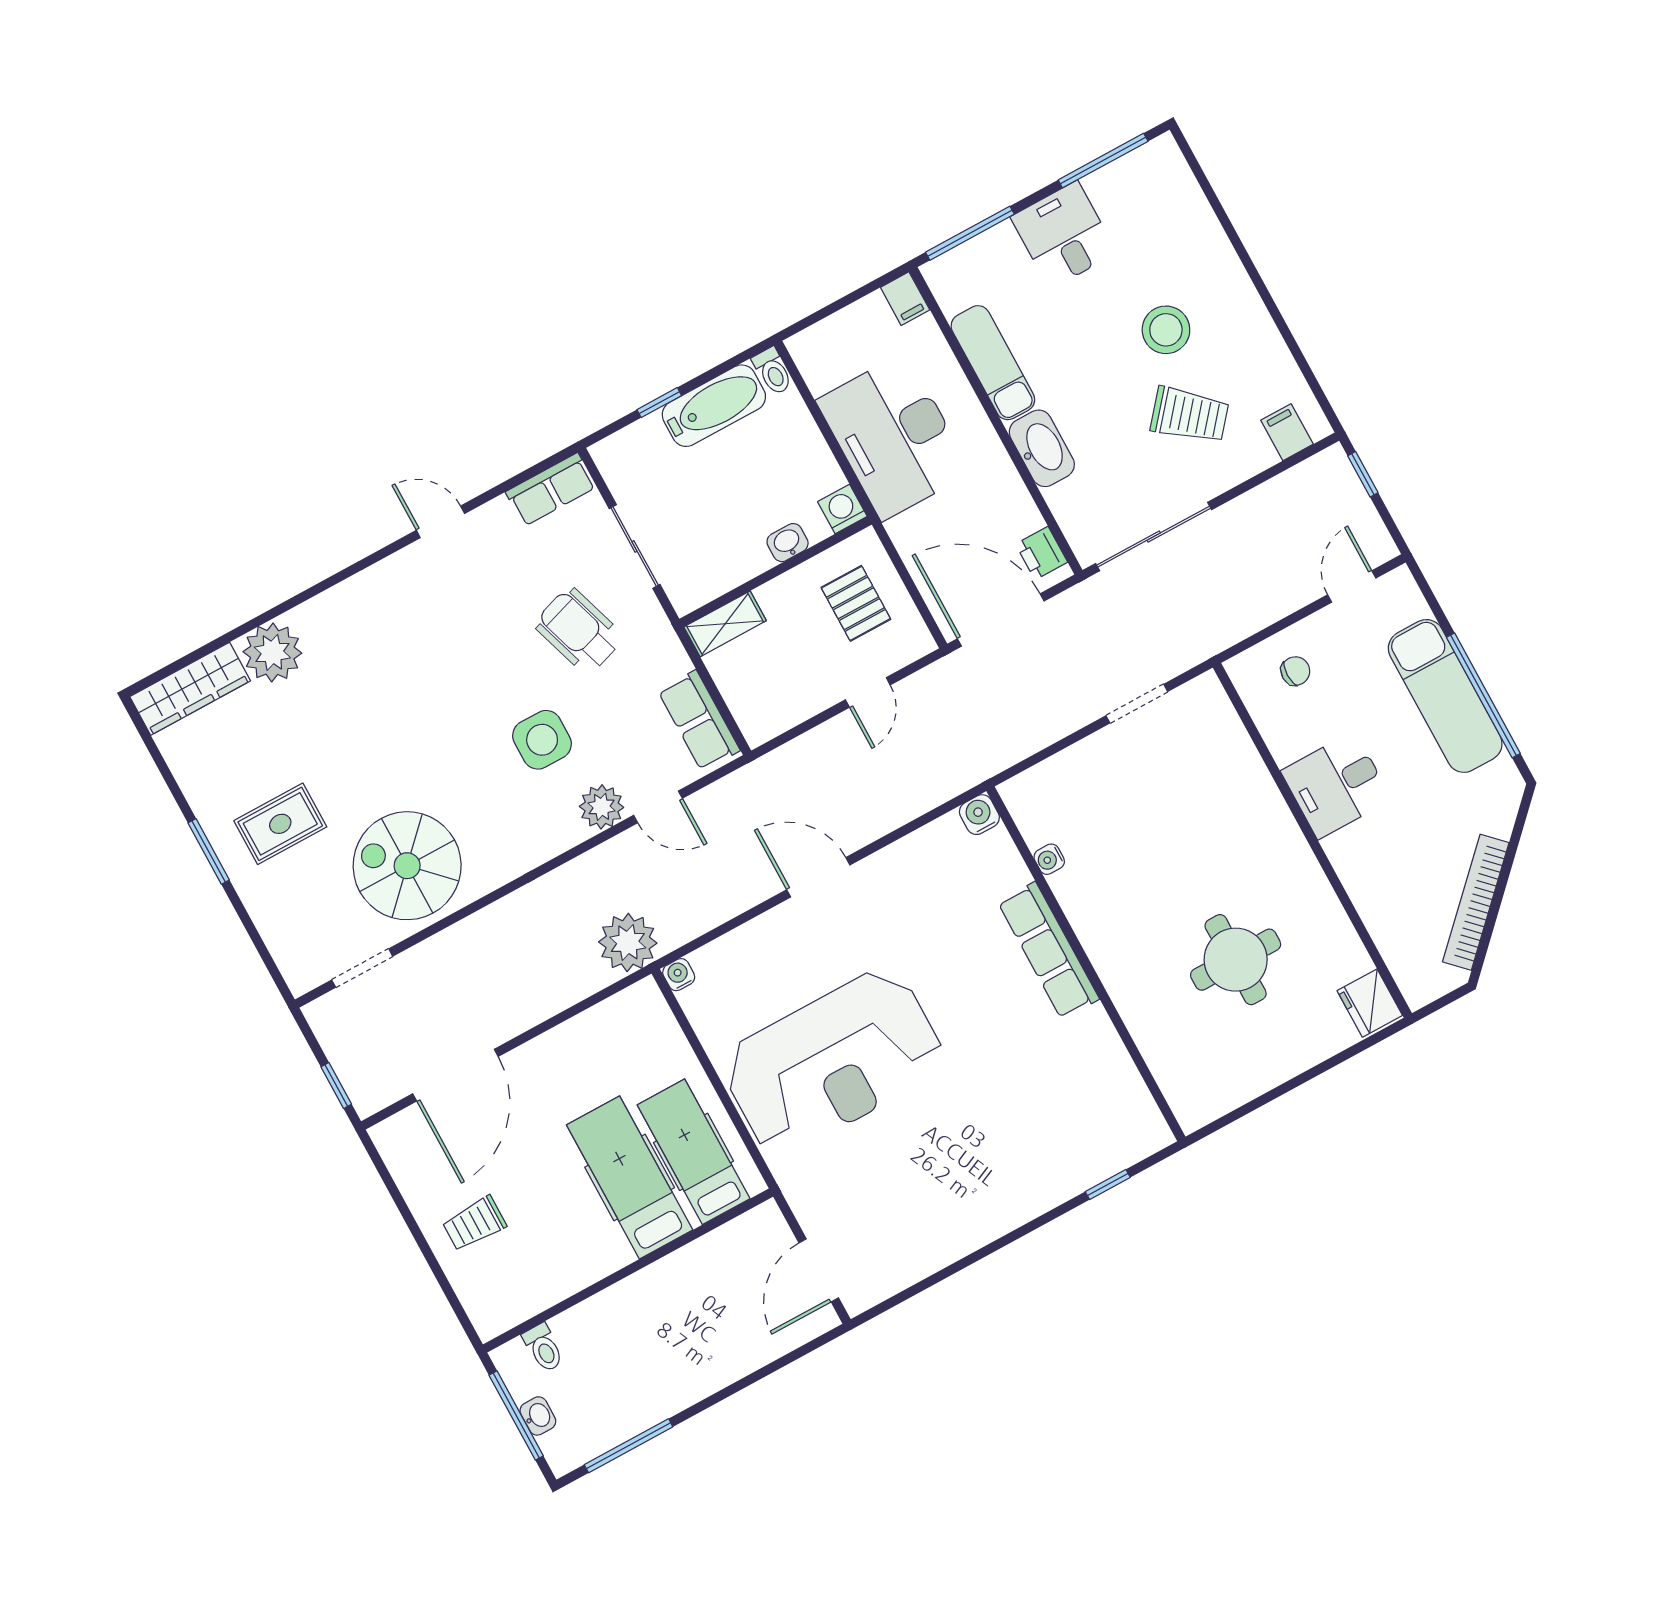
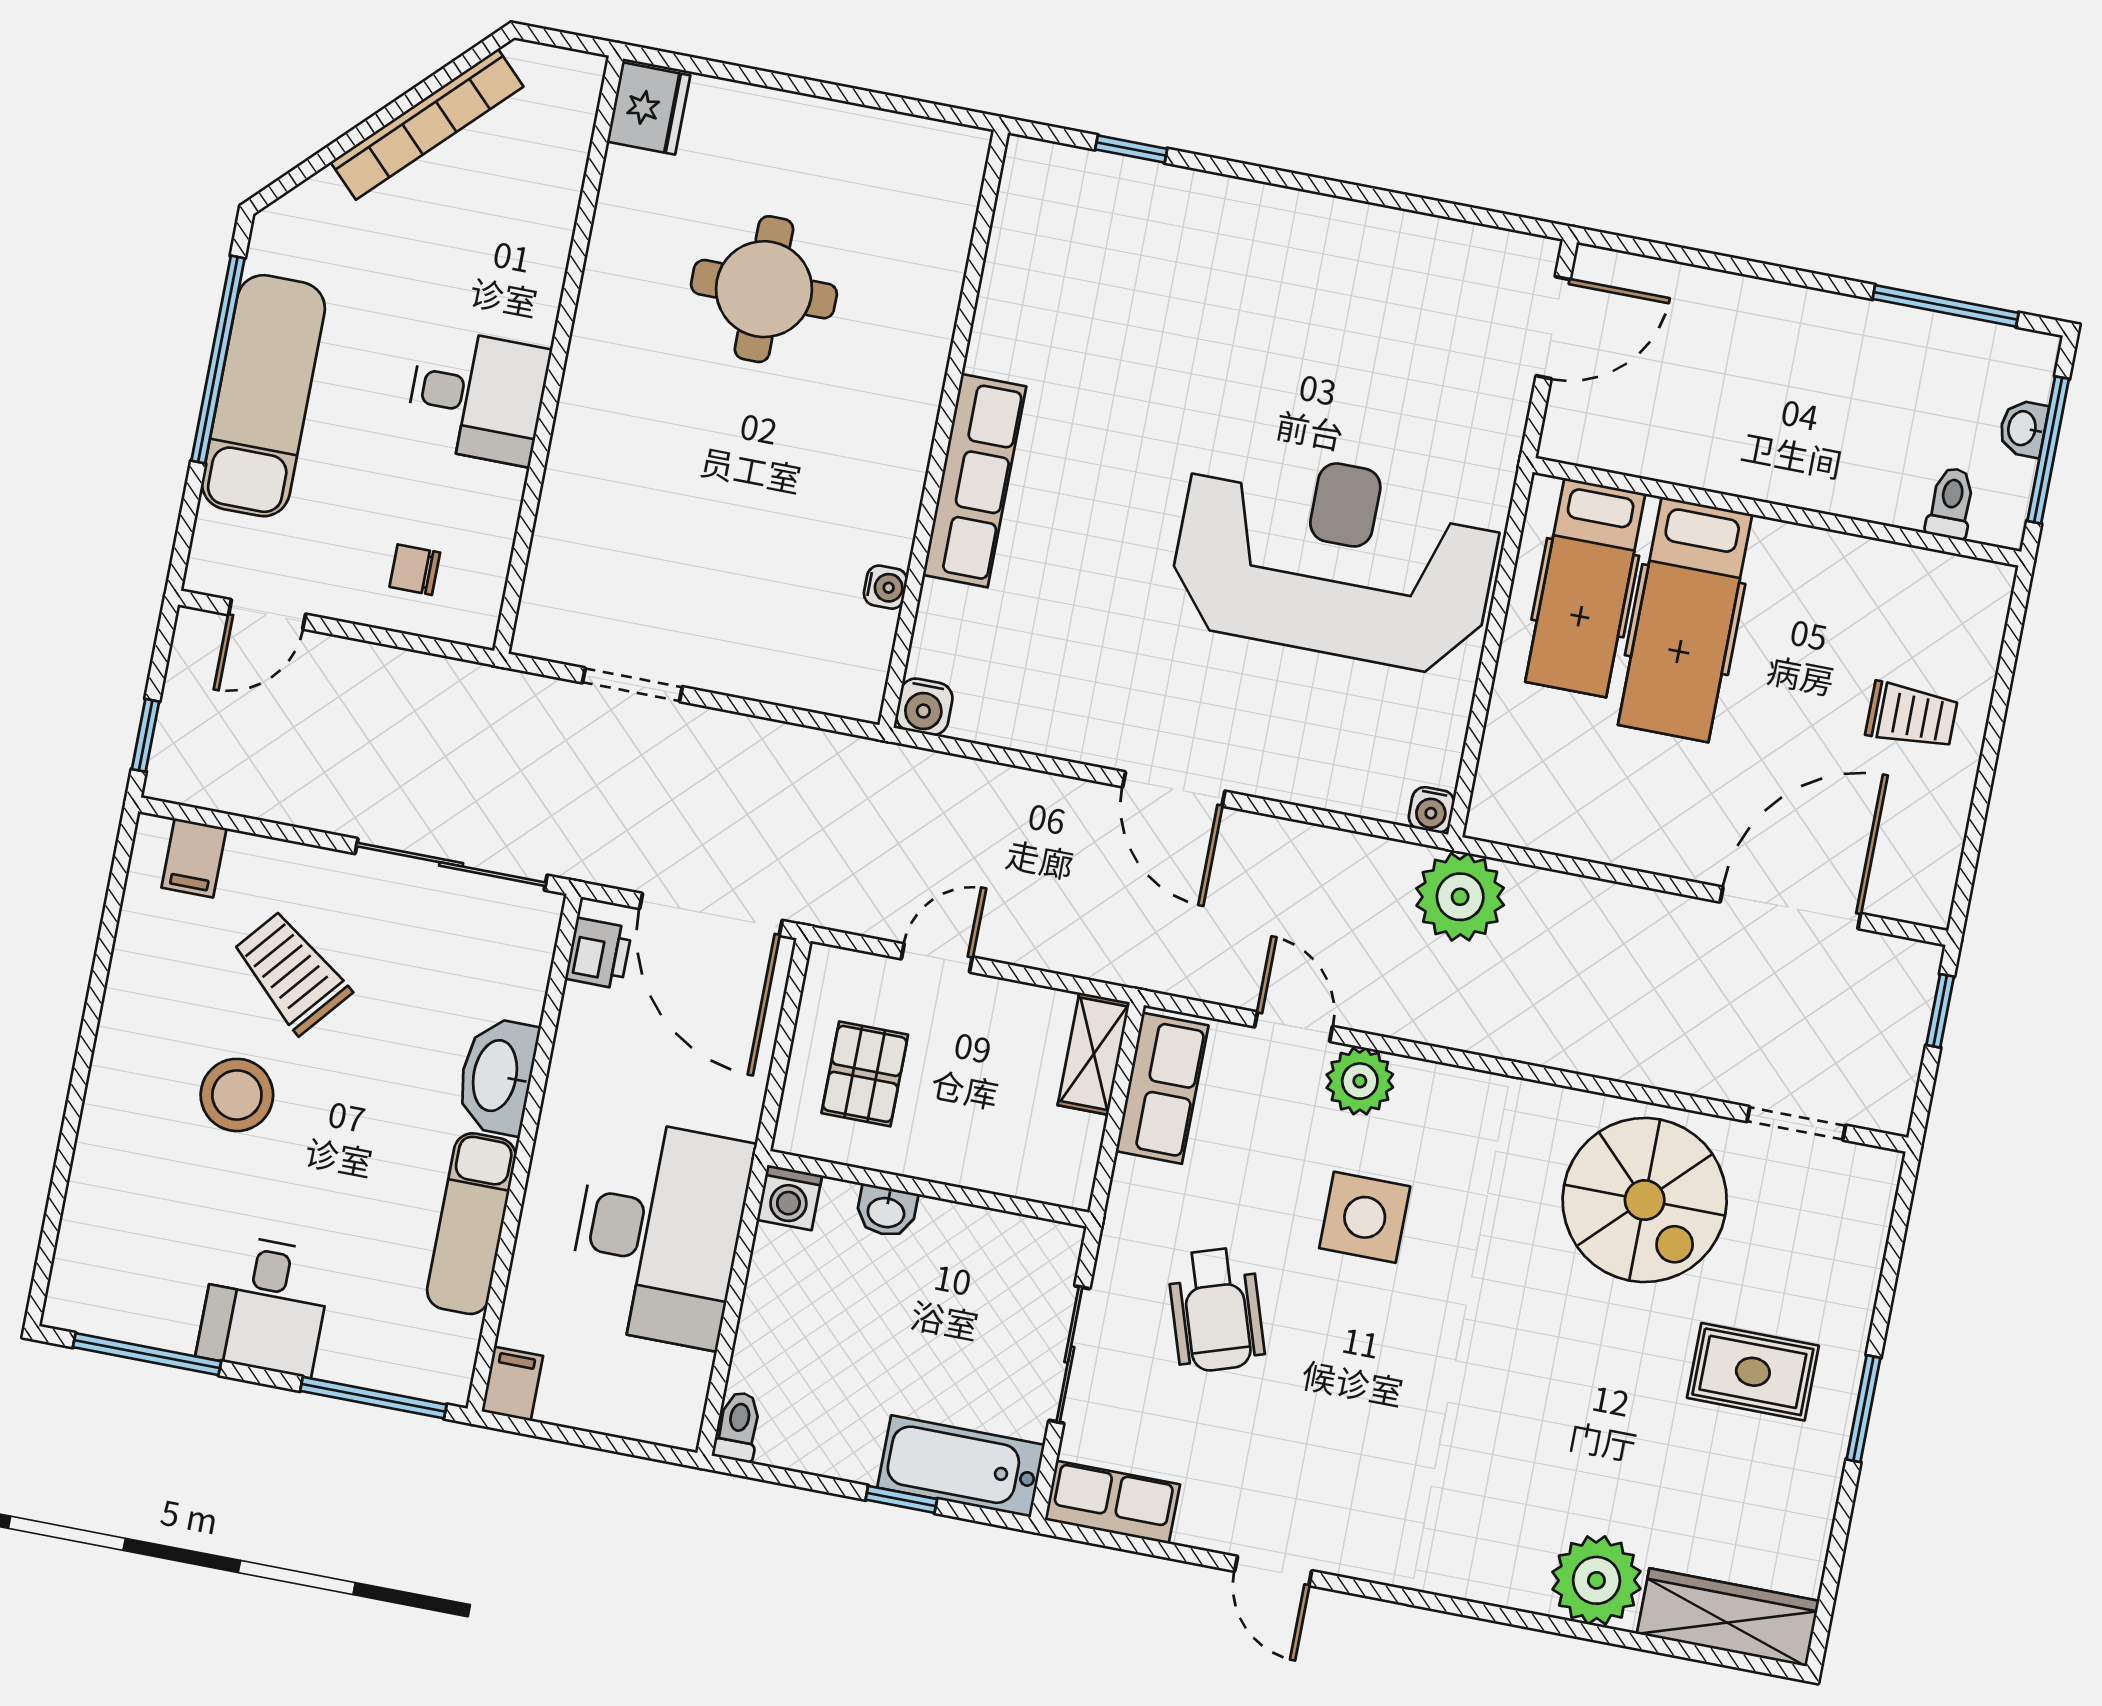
bathtub: (714, 406) -> (961, 1466), moved
shelving: (725, 624) -> (1094, 1054), moved, turned 90

